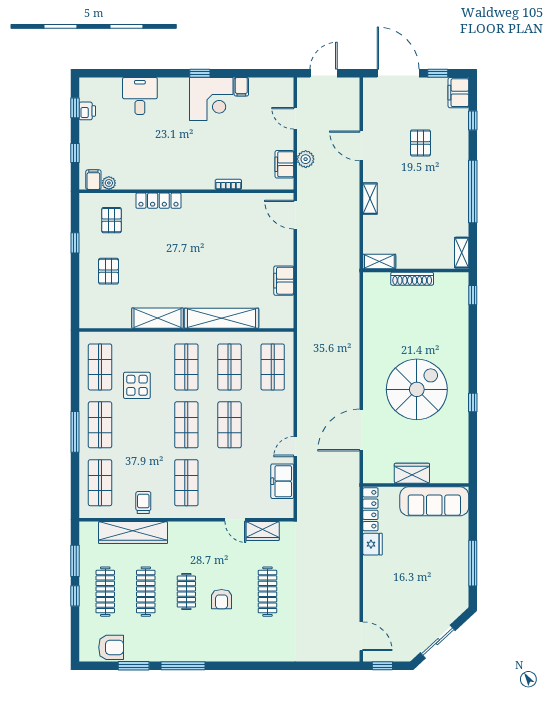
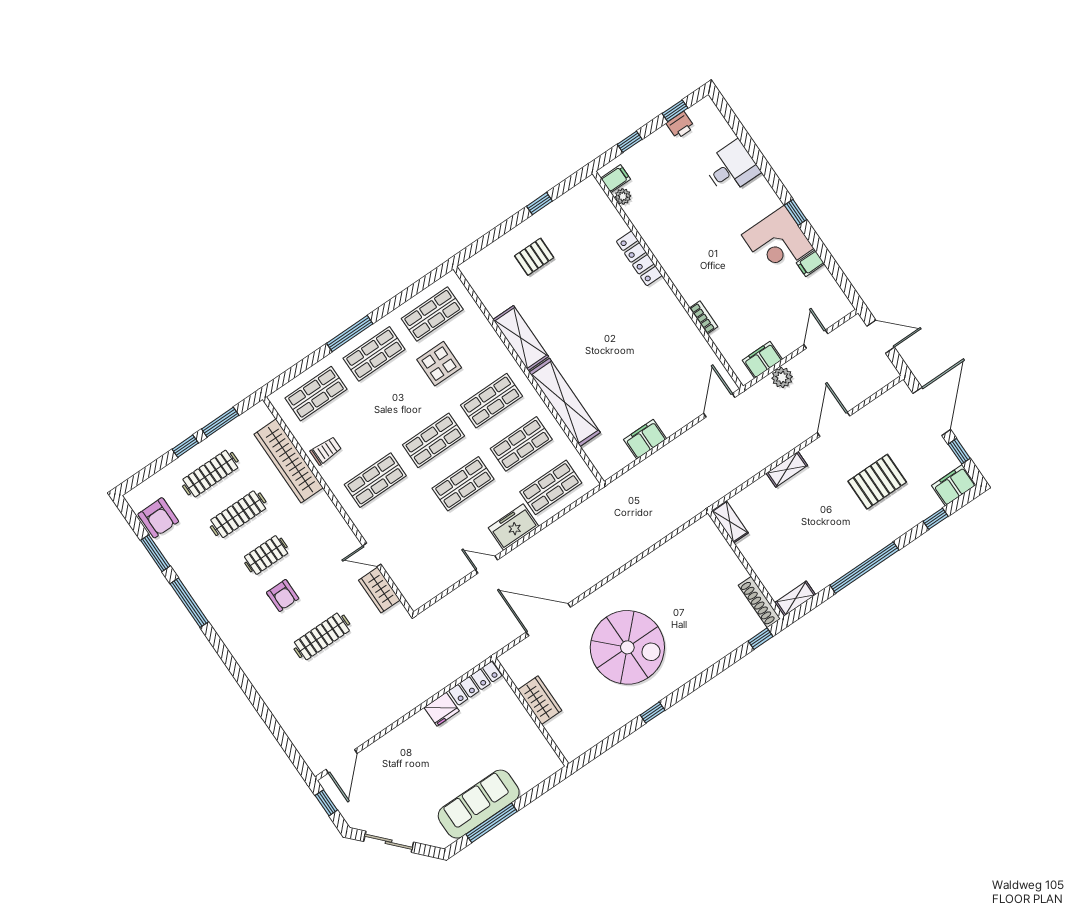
pallet: (420, 143) -> (877, 482), width x1.50, depth x1.42
pallet: (112, 220) -> (587, 225), removed
shoe rack: (412, 279) -> (759, 602), moved
freezer: (282, 481) -> (513, 527), moved
sofa: (434, 501) -> (479, 804), moved, turned 90
door: (235, 520) -> (372, 555), hinge flipped
armchair: (222, 599) -> (283, 596), turned -90

